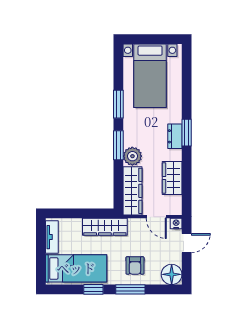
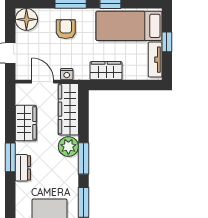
window: (187, 133) -> (10, 157), moved
nightstand: (176, 224) -> (67, 74), moved
wardrobe: (105, 227) -> (106, 71), width x0.67
window: (41, 254) -> (167, 42), added

